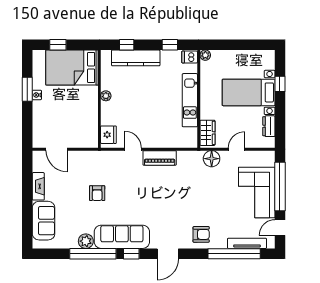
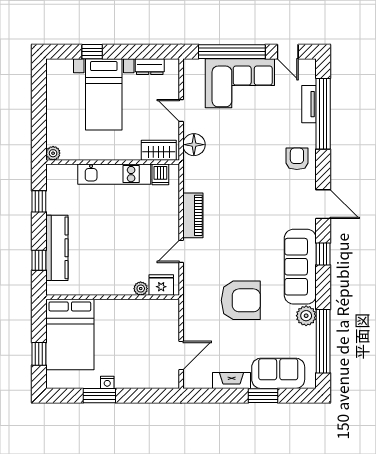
dishwasher: (190, 57) -> (160, 174), moved
plant: (106, 96) -> (141, 289), moved
armchair: (97, 193) -> (241, 300), width x1.88, depth x1.88
window: (27, 209) -> (263, 396), added
tv unit: (247, 243) -> (309, 104), width x0.71
window: (93, 254) -> (323, 341), moved

